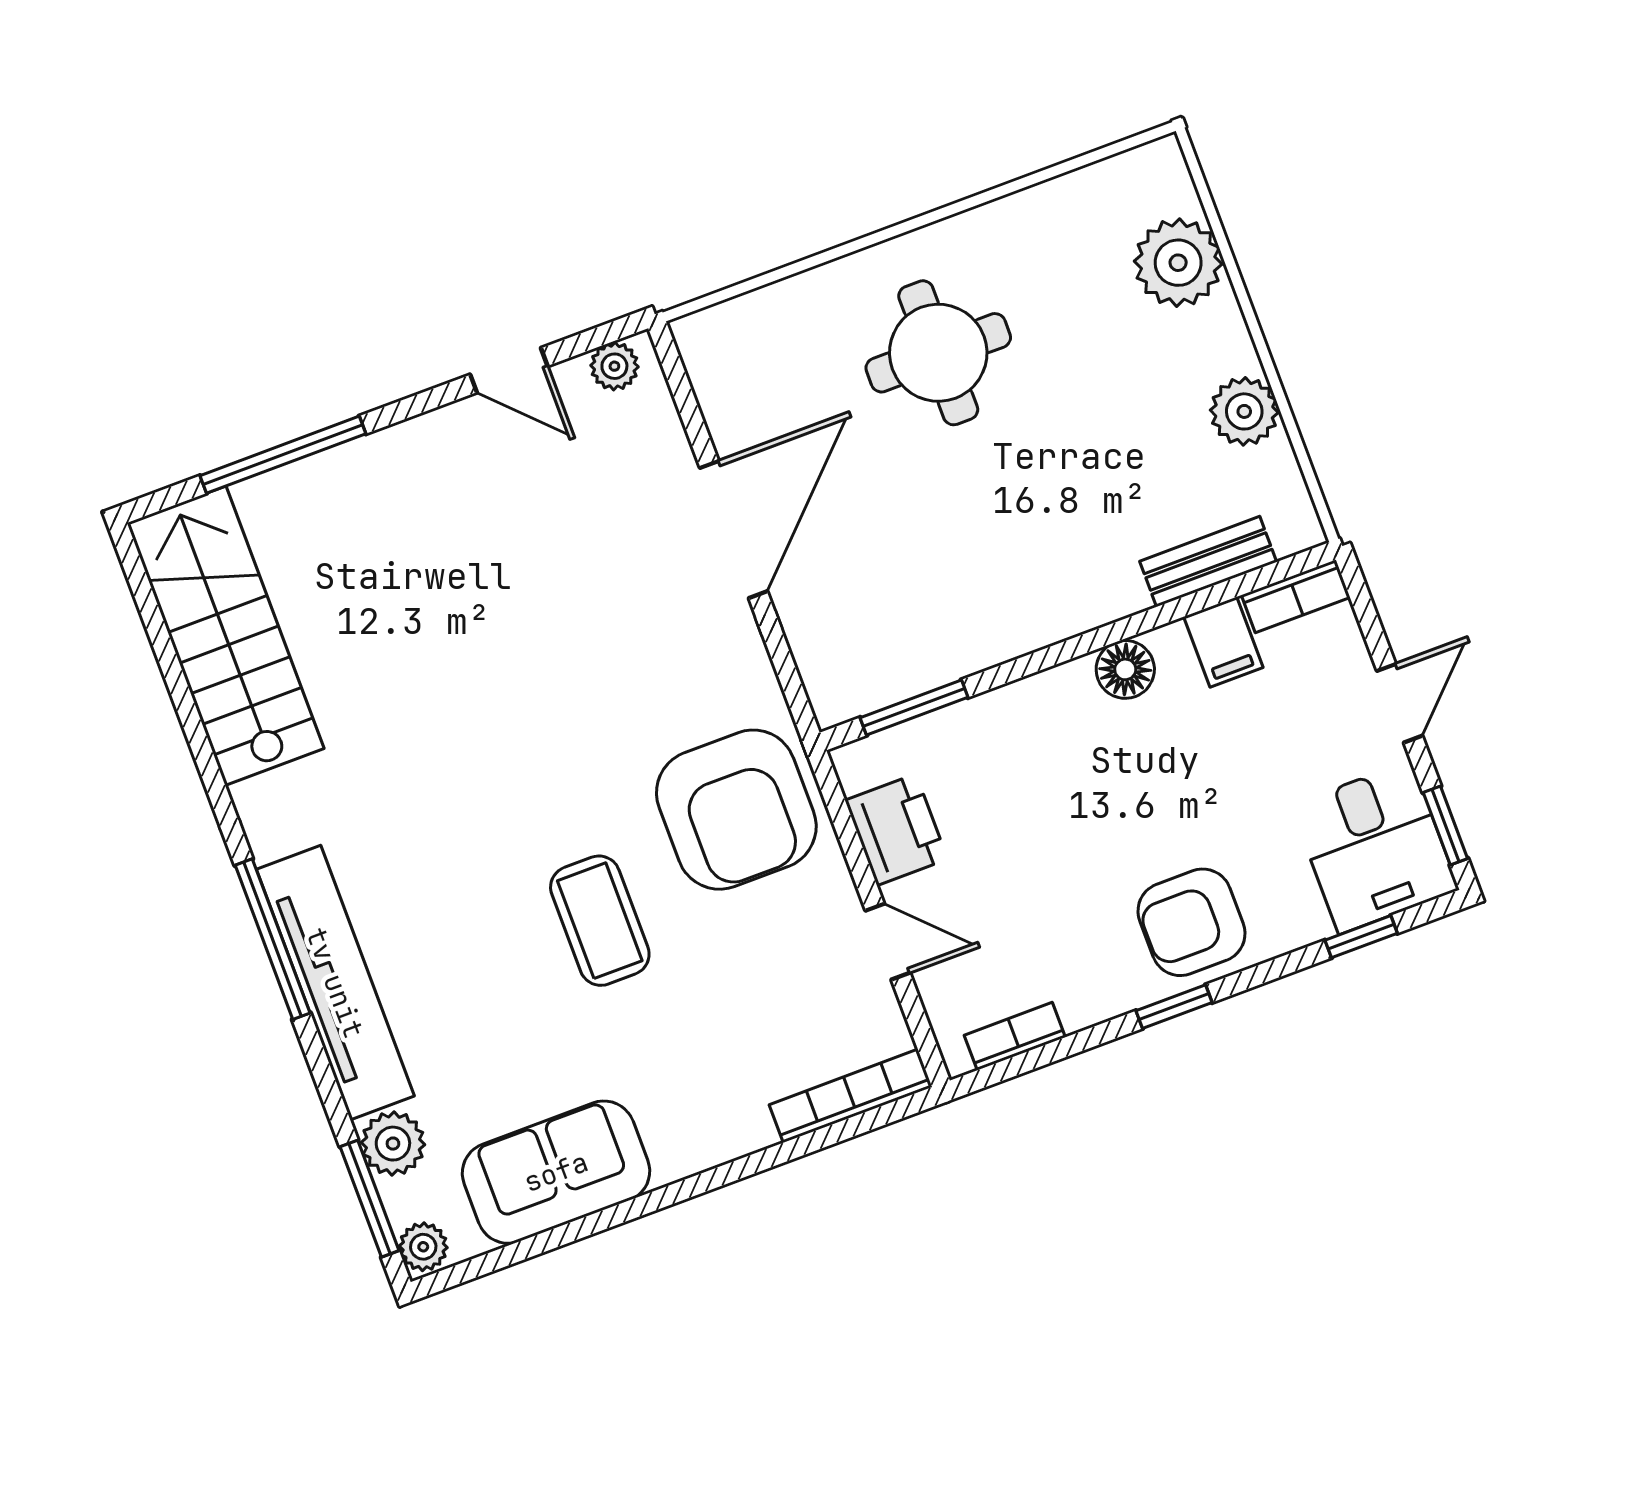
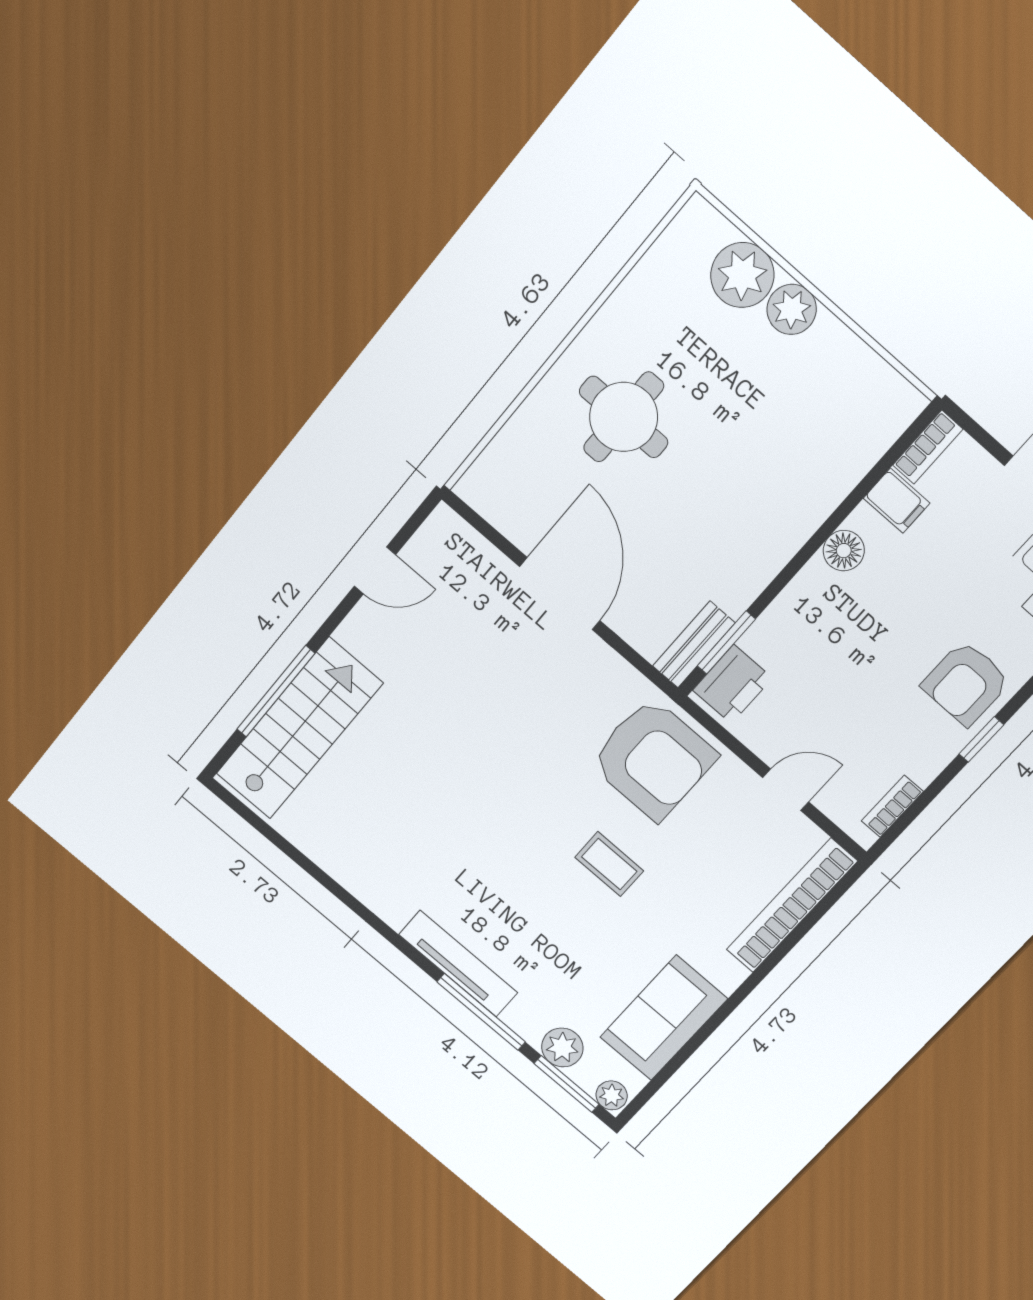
plant: (614, 366) -> (435, 534), removed
plant: (1244, 411) -> (792, 309), moved
bench: (1208, 562) -> (694, 644), moved
stairs: (226, 636) -> (299, 729), moved, turned 90
printer: (896, 830) -> (733, 684), moved, turned 90
coffee table: (600, 921) -> (609, 864), width x0.73, depth x0.77
window: (273, 939) -> (481, 1012), moved
tv unit: (335, 983) -> (458, 964), width x0.73, depth x0.78
bookcase: (851, 1096) -> (792, 906), width x1.48, depth x1.31

